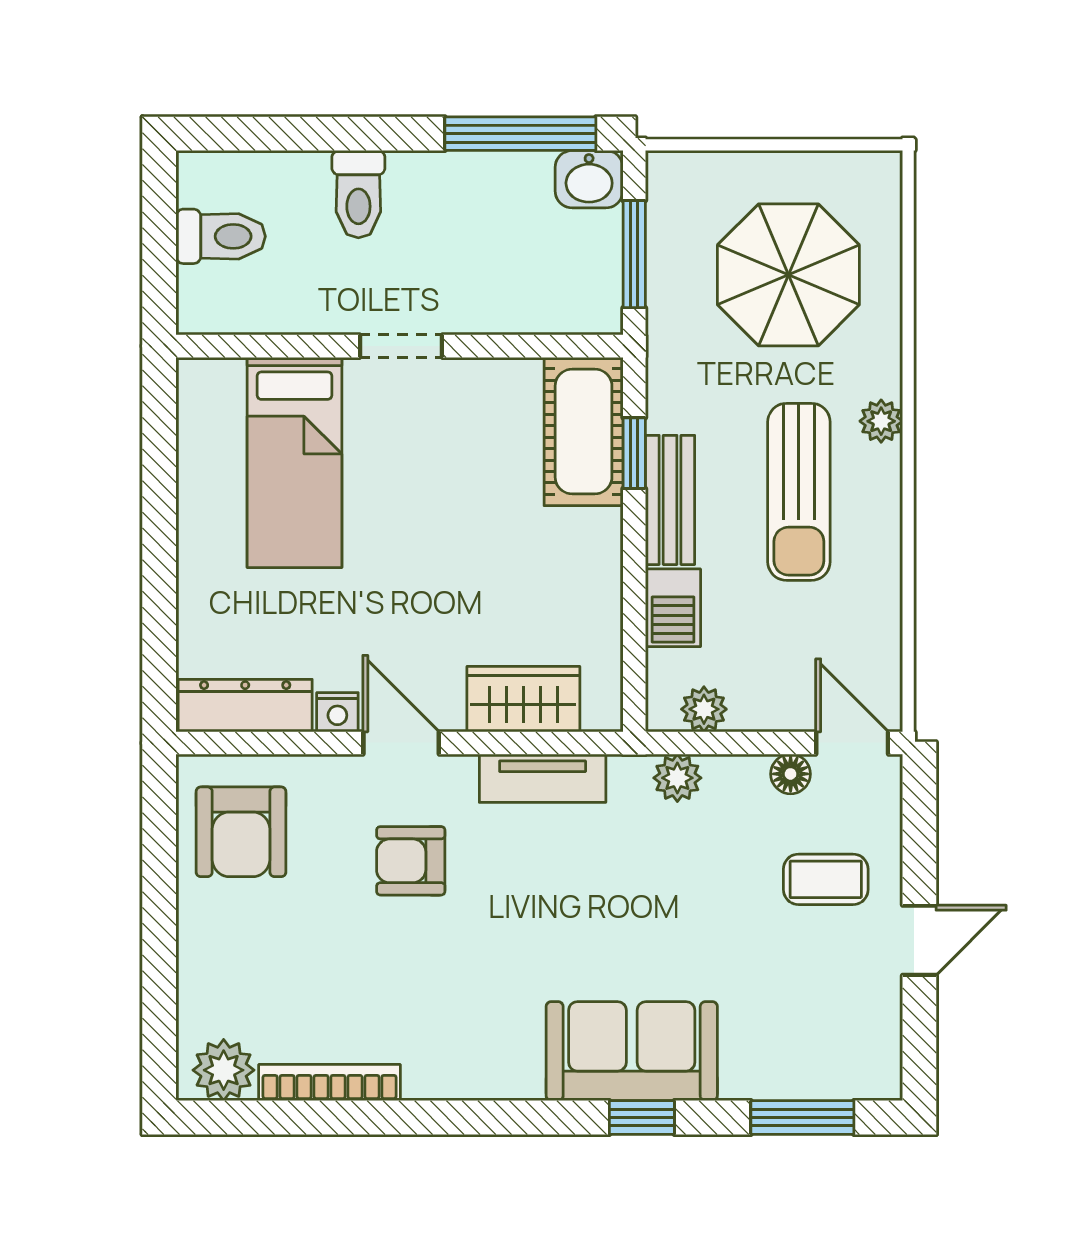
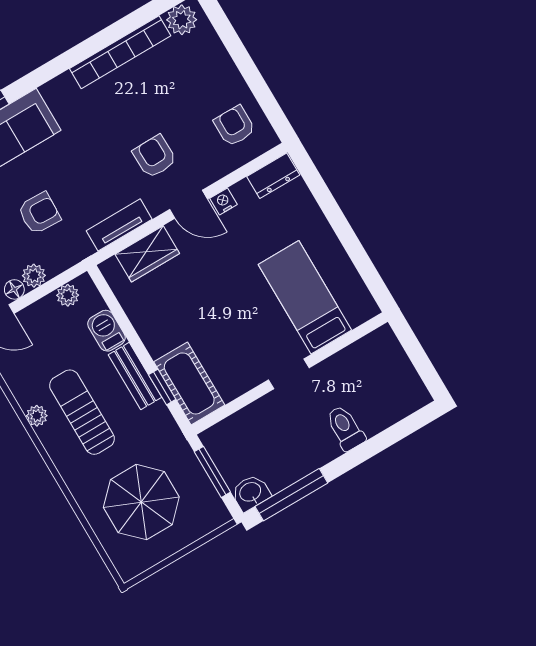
toilet: (221, 236) -> (394, 375), removed
plant: (881, 421) -> (37, 416), moved
dresser: (245, 706) -> (273, 176), width x0.70
plant: (677, 778) -> (34, 276), moved
armchair: (241, 832) -> (234, 126), width x0.72, depth x0.72
armchair: (411, 861) -> (155, 156), turned -91
armchair: (669, 881) -> (39, 213), added
bookcase: (330, 1083) -> (120, 52), width x1.48, depth x1.31

